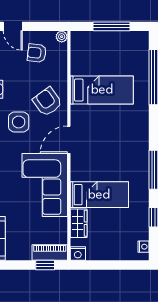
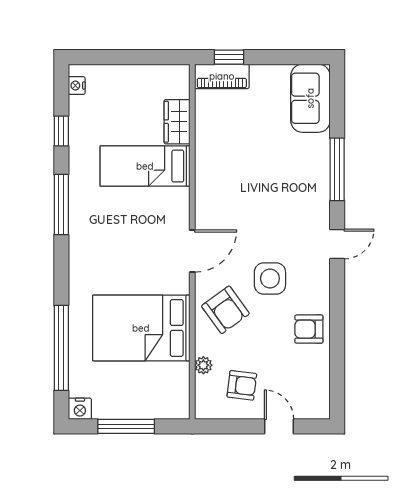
plant: (62, 37) -> (203, 365), moved
bed: (102, 90) -> (141, 328), width x1.50
corner sofa: (45, 185) -> (229, 181), removed
nightstand: (78, 254) -> (80, 409), moved, turned 180

